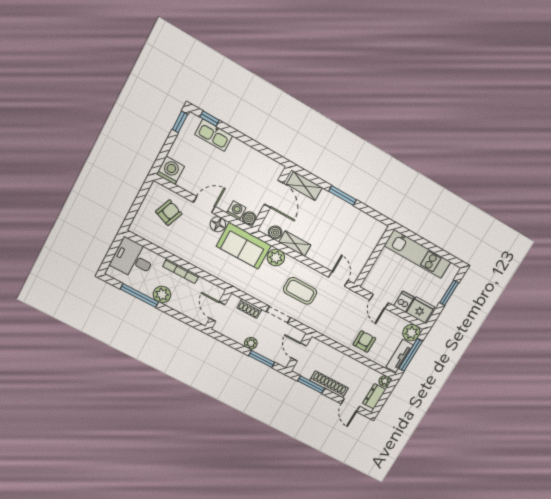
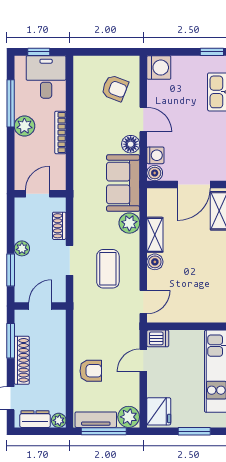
boiler: (275, 233) -> (155, 262), moved
window: (111, 254) -> (39, 52), added
dishwasher: (404, 302) -> (158, 338), moved

